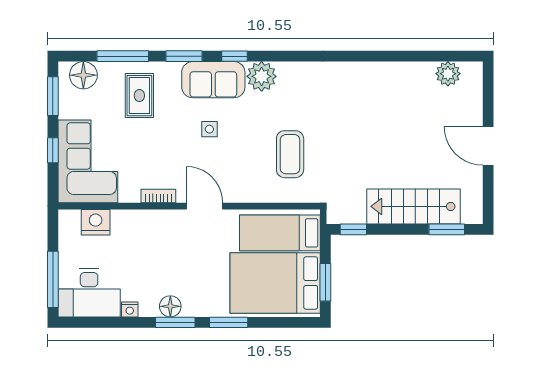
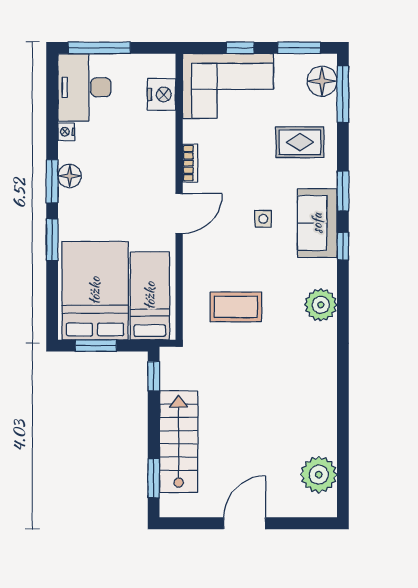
window: (123, 56) -> (343, 94), moved
plant: (448, 74) -> (319, 475), width x1.36, depth x1.36
plant: (262, 76) -> (321, 305), moved

